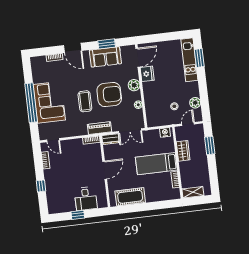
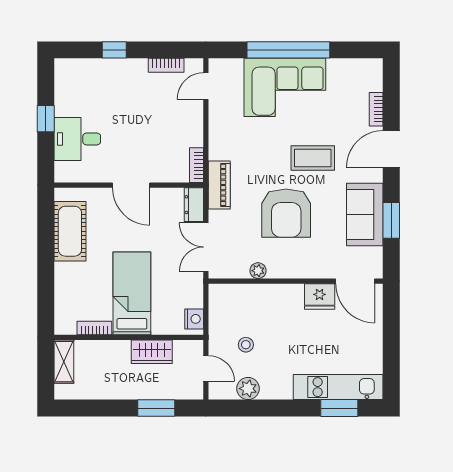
plant: (134, 85) -> (299, 267), removed
coffee table: (85, 101) -> (313, 158), moved

